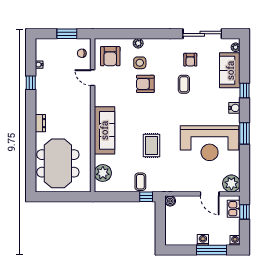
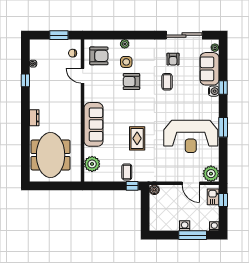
armchair: (110, 56) -> (99, 56), turned -90
water cooler: (234, 108) -> (214, 91), moved

